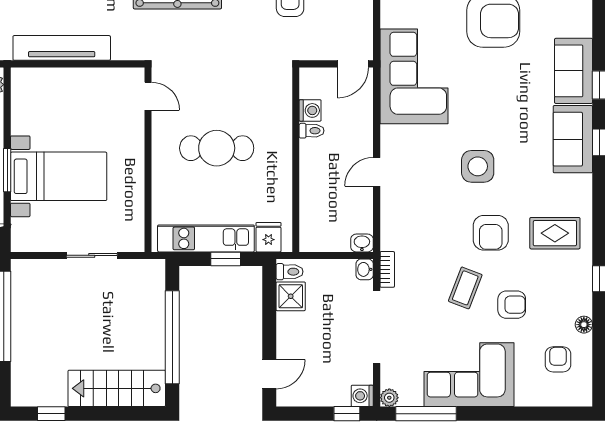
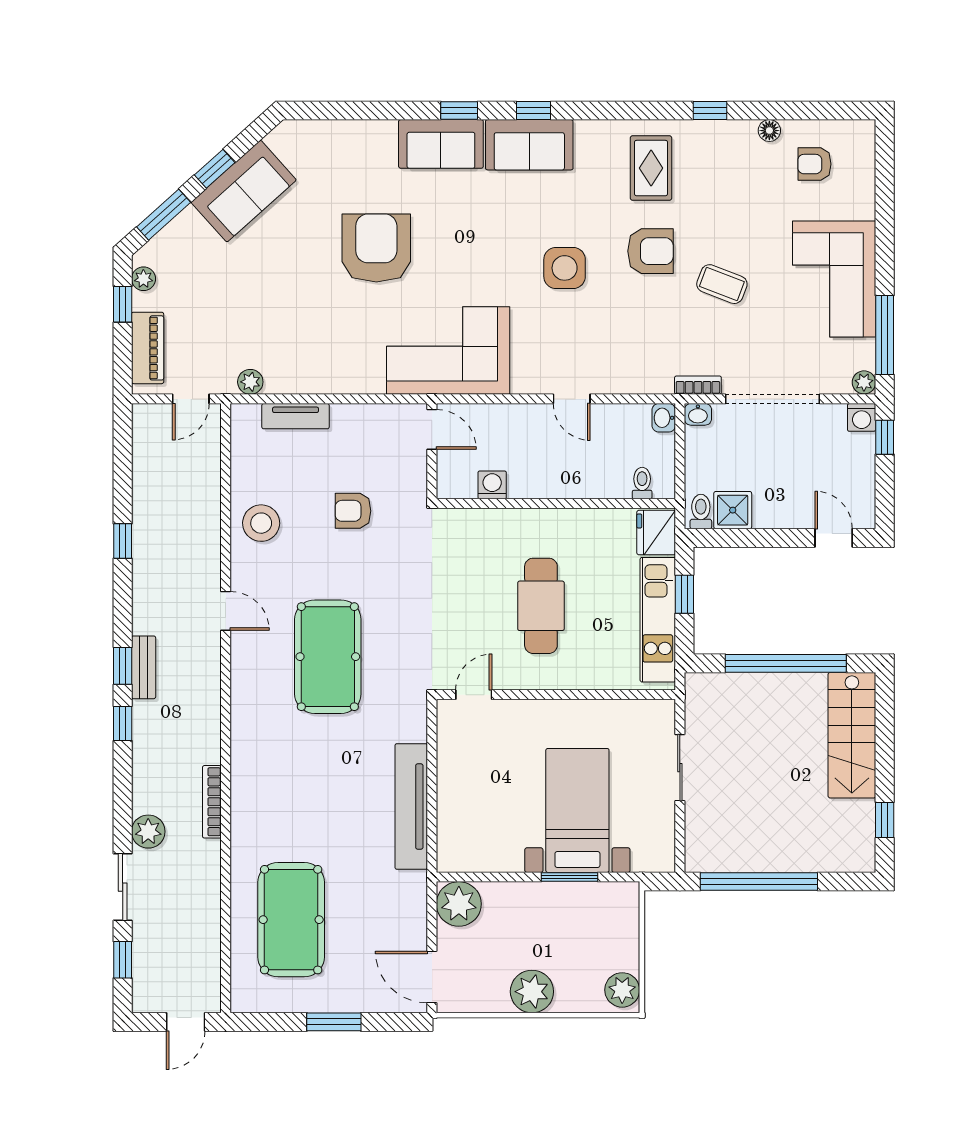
toilet: (311, 131) -> (642, 483), moved
fridge: (269, 237) -> (656, 533), width x1.38
armchair: (512, 305) -> (744, 224), removed

